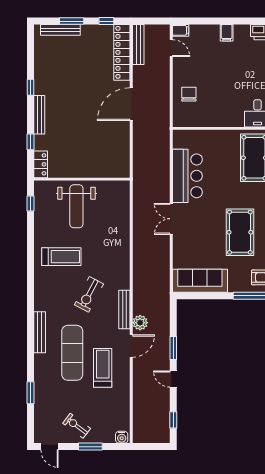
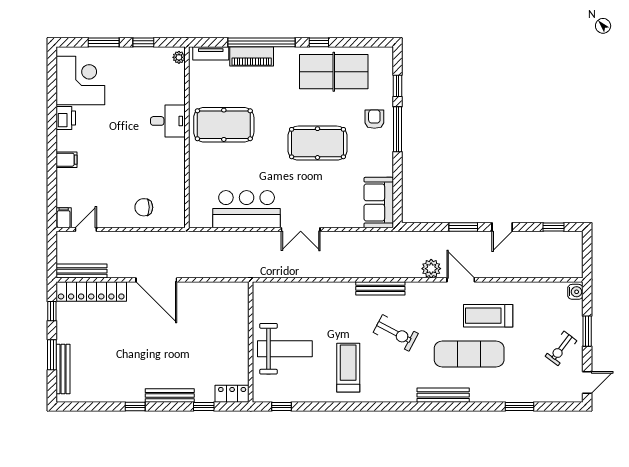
sofa: (200, 281) -> (379, 203), width x0.73
bench: (124, 309) -> (380, 288), moved

